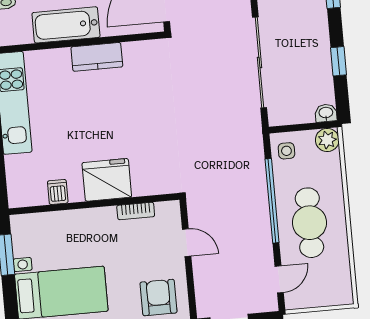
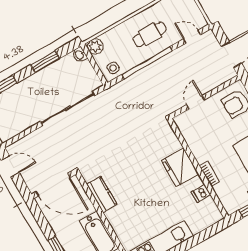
kitchen counter: (97, 57) -> (102, 194), moved
window: (339, 61) -> (45, 62), width x1.50
bookcase: (136, 211) -> (209, 174), moved
cafe table: (309, 223) -> (150, 34), width x0.73, depth x0.74

